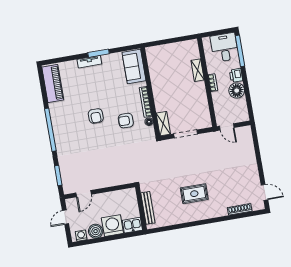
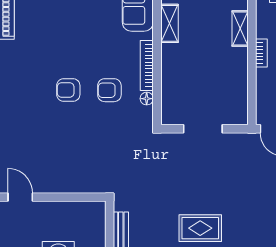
armchair: (96, 116) -> (68, 90), moved, turned 90
shelving: (163, 124) -> (169, 23), moved
door: (84, 194) -> (20, 197), swing flipped

